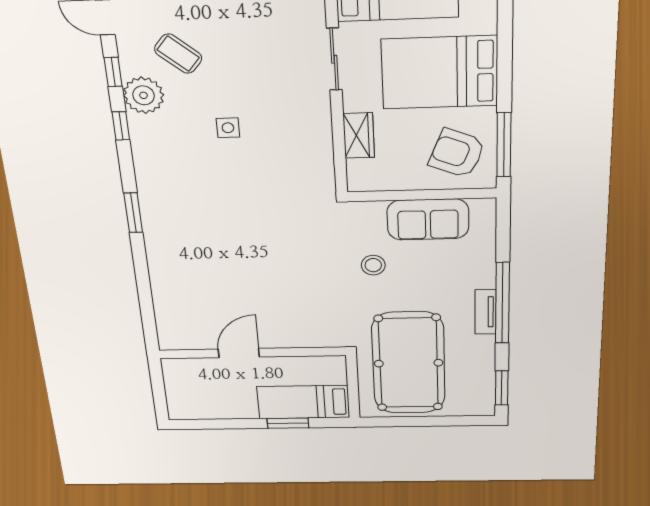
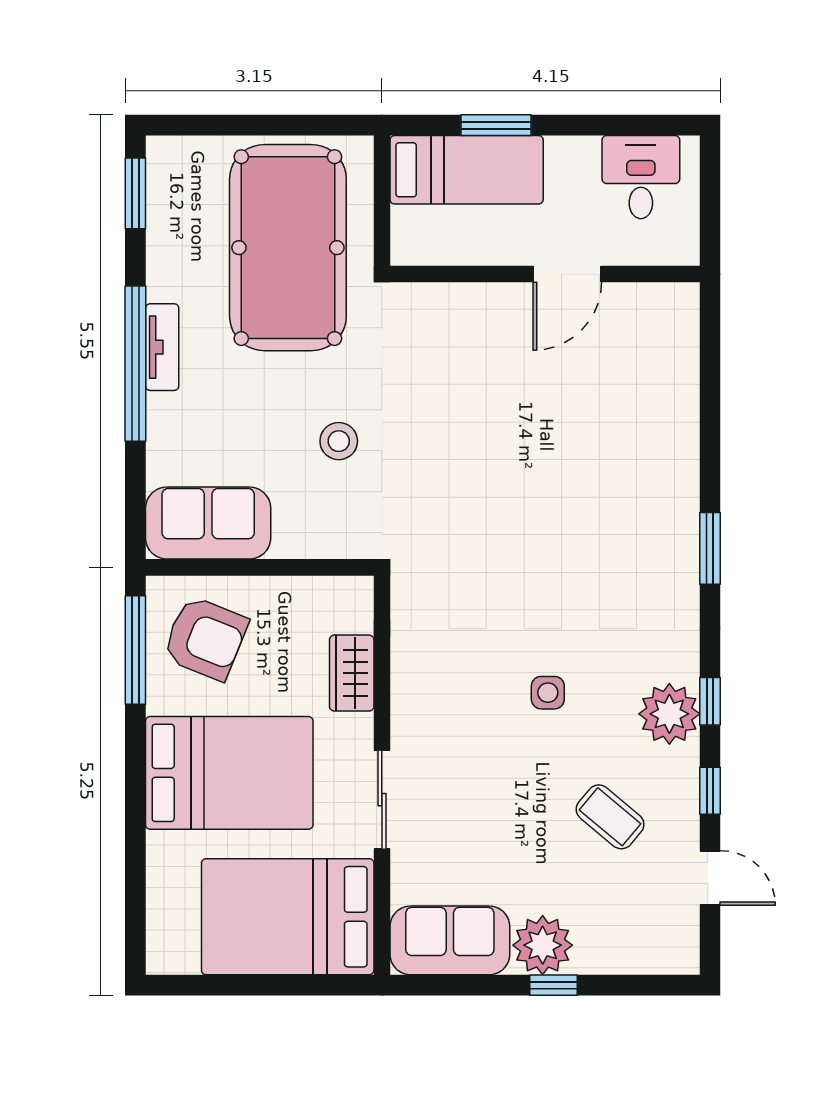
plant: (144, 95) -> (669, 714), moved
sofa: (428, 219) -> (208, 523), moved
desk: (200, 400) -> (641, 177), added

